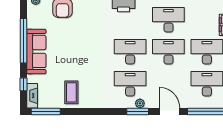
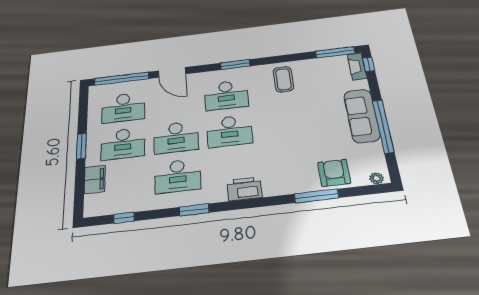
window: (23, 84) -> (369, 64), moved
coffee table: (71, 92) -> (283, 79), moved
plant: (140, 103) -> (211, 76), removed
window: (138, 111) -> (235, 65), moved

